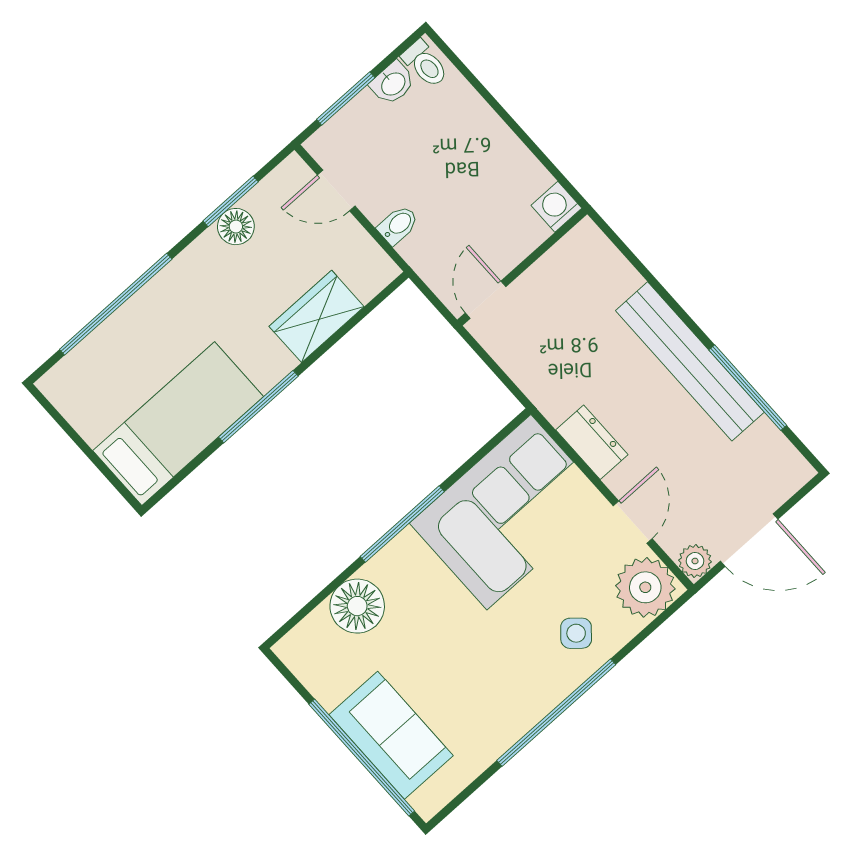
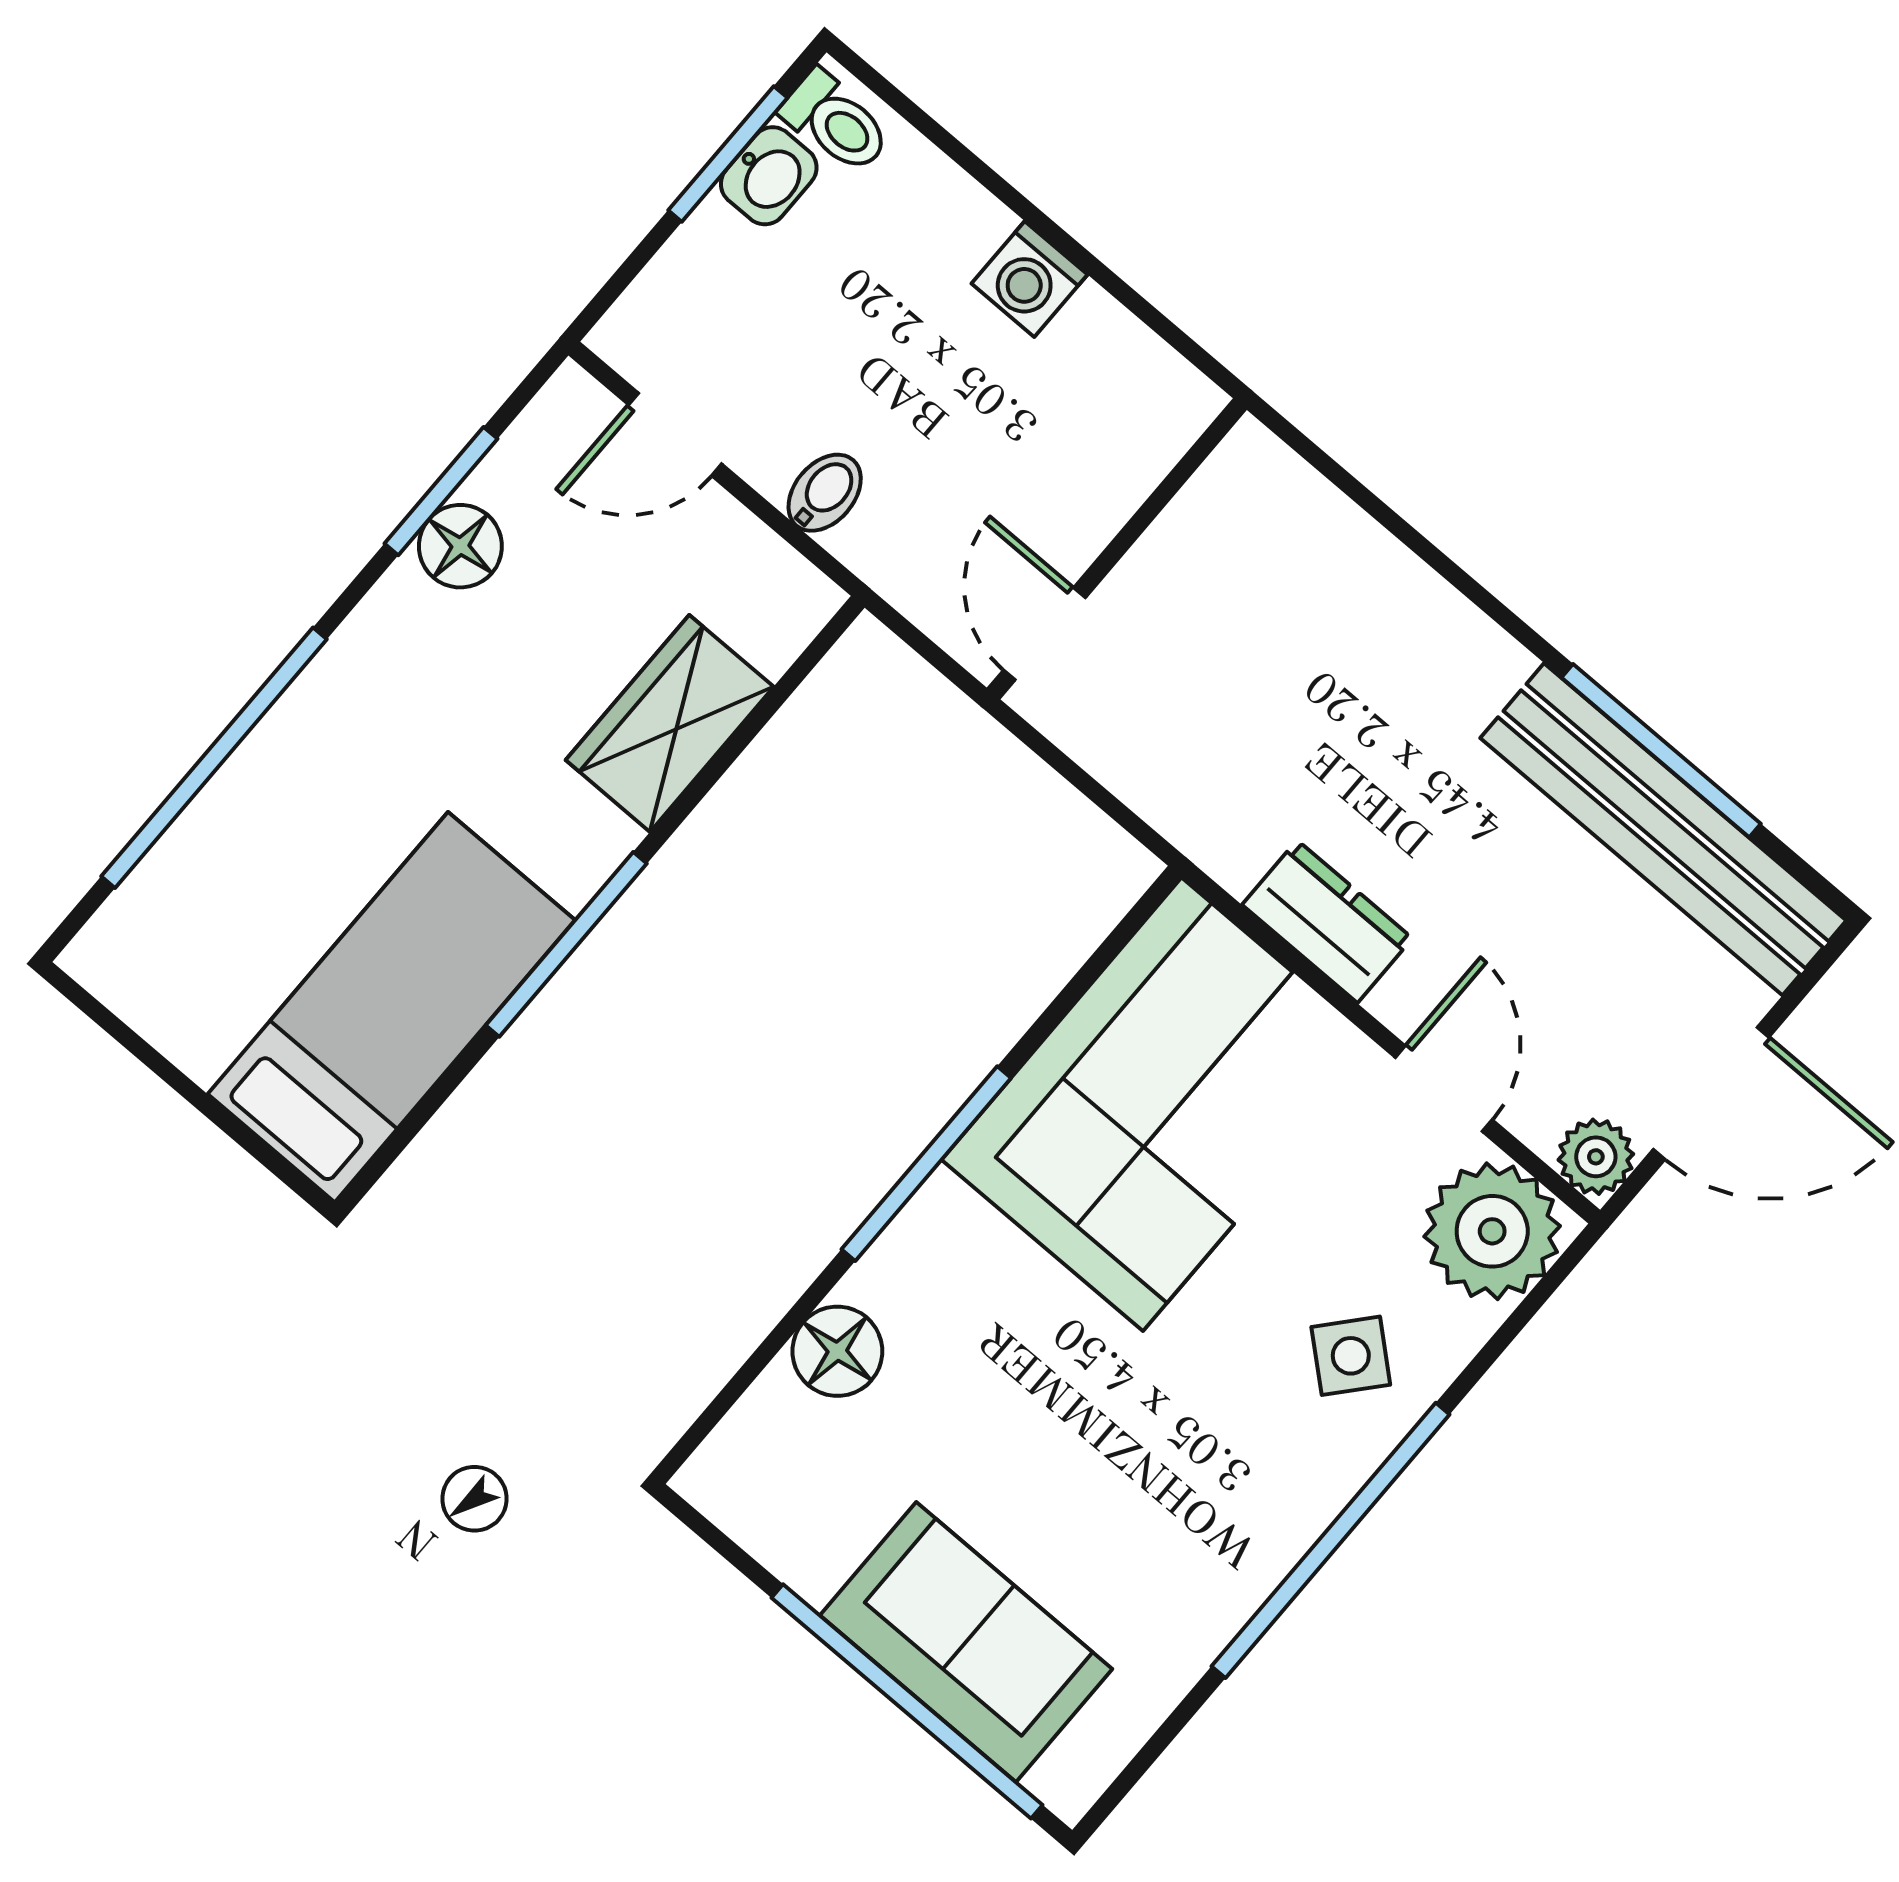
window: (346, 99) -> (728, 154), moved
washing machine: (556, 207) -> (1030, 279), moved, turned -90
bench: (690, 361) -> (1663, 829), moved
floor lamp: (357, 606) -> (837, 1351), width x0.73, depth x0.73

